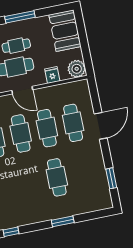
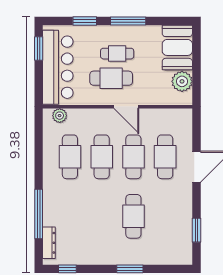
plant: (77, 69) -> (182, 81), moved
fridge: (52, 75) -> (152, 96), removed
door: (22, 90) -> (126, 107), moved

